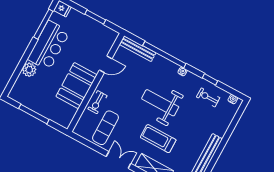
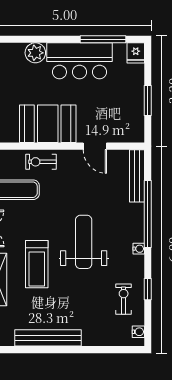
treadmill: (158, 139) -> (37, 264), turned 180

